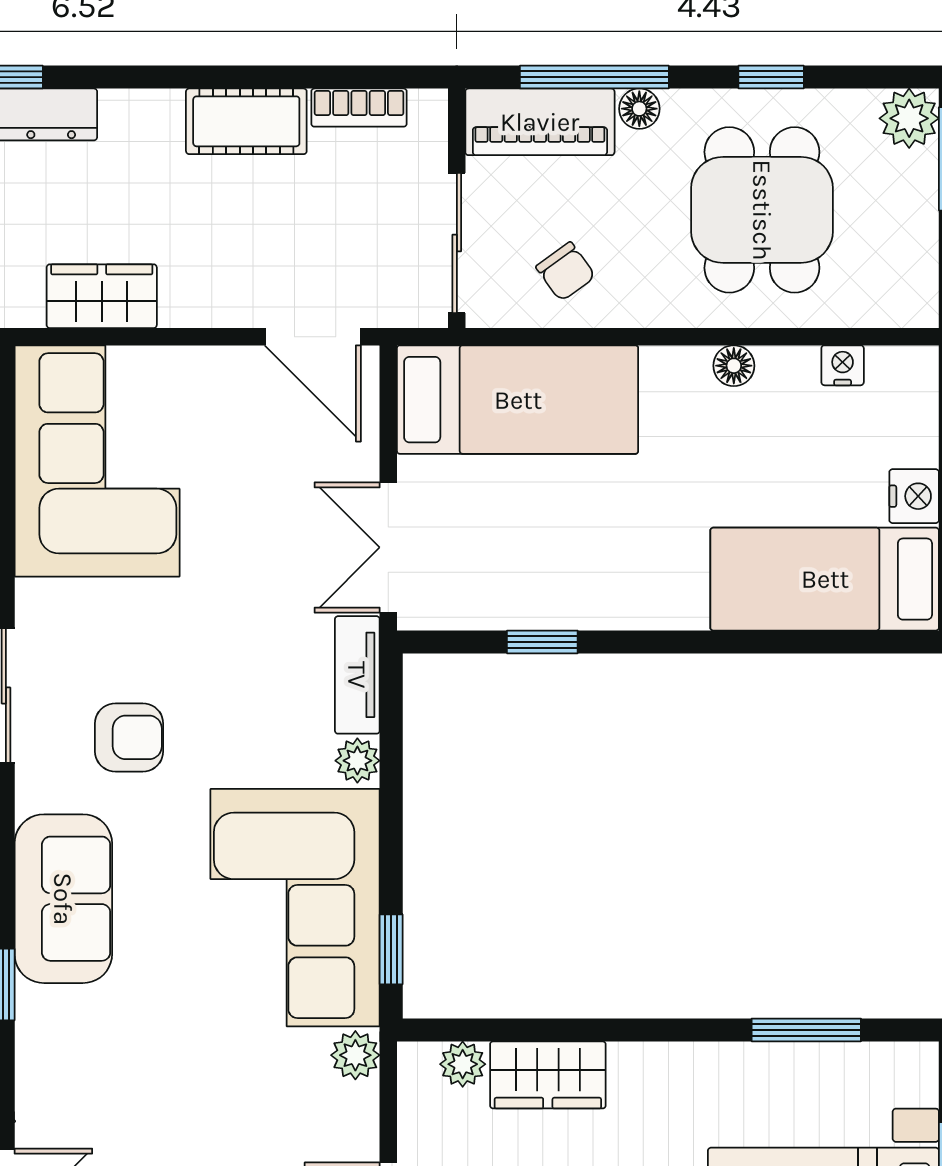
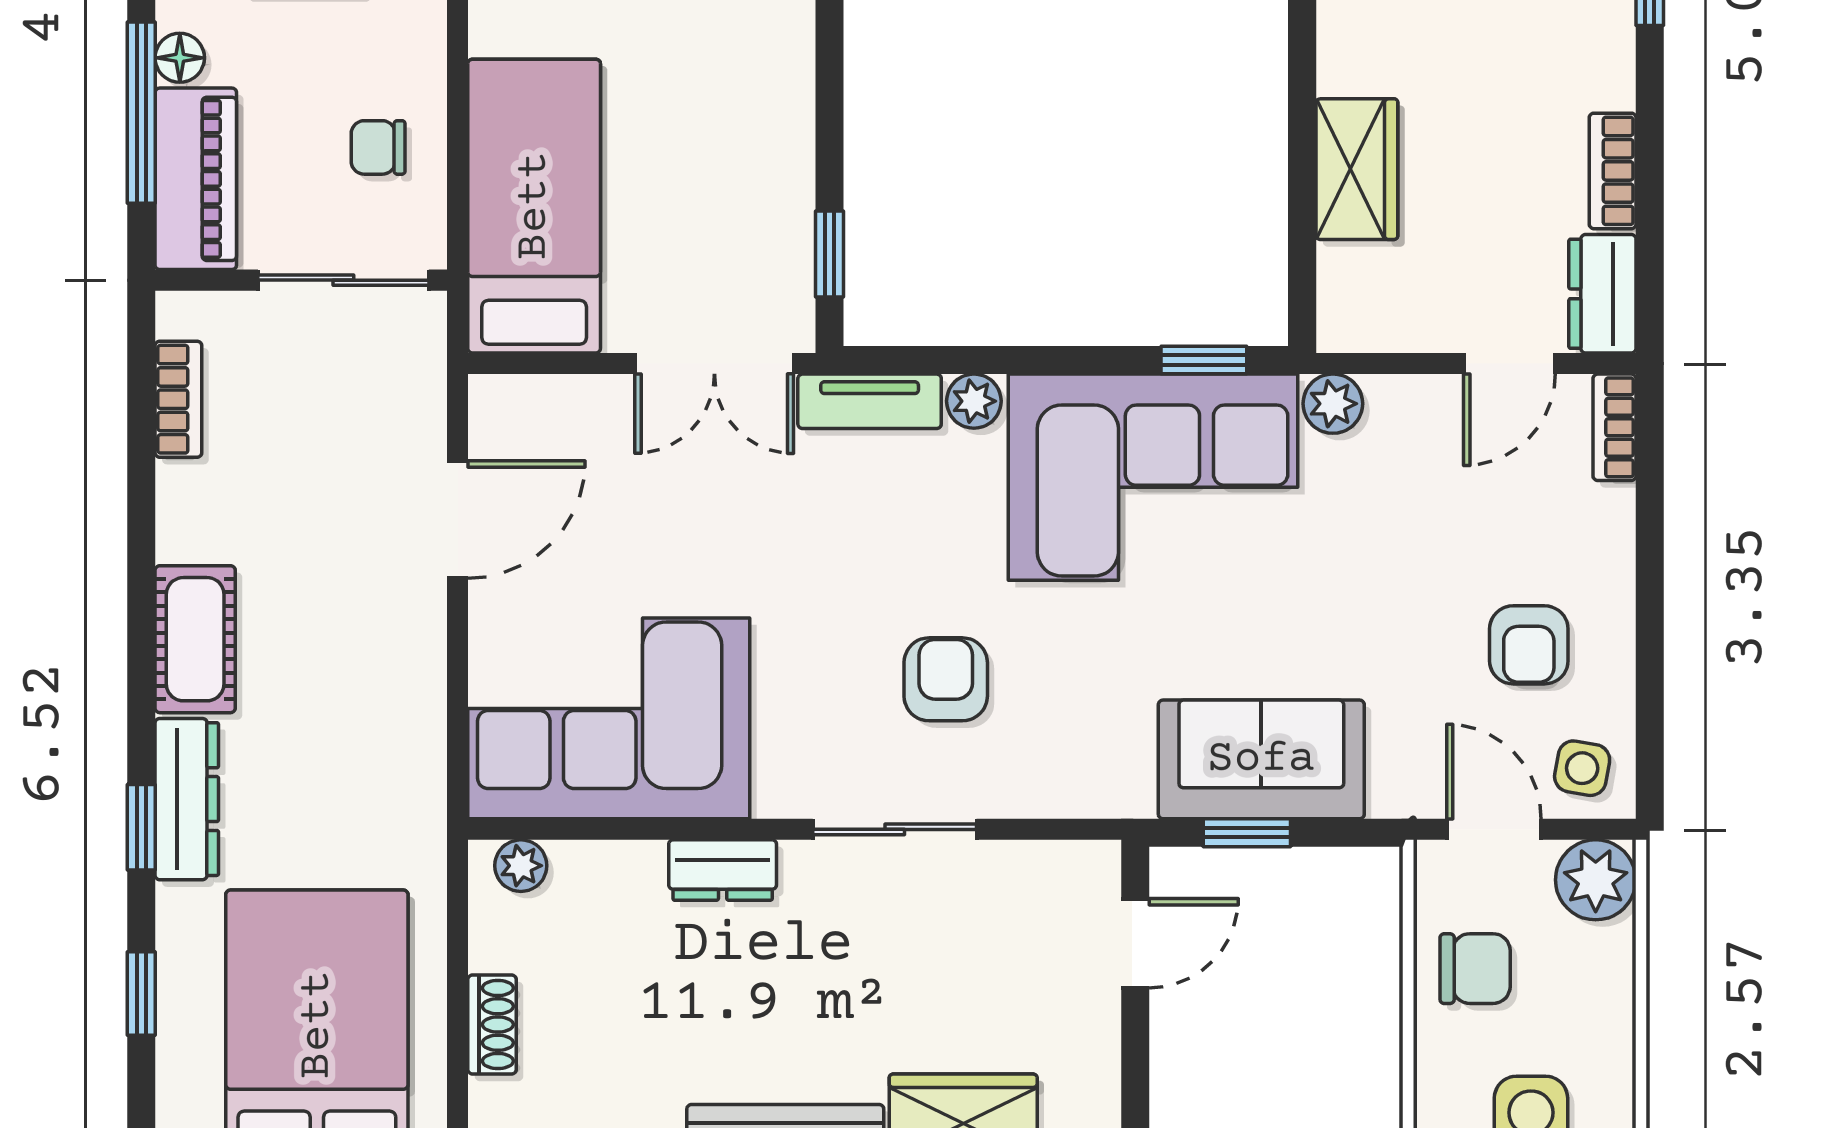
cot: (246, 121) -> (195, 639), moved
chair: (566, 272) -> (378, 147), turned -144
wardrobe: (102, 296) -> (408, 713), removed
door: (313, 337) -> (458, 520), moved
window: (542, 642) -> (829, 254), moved
sofa: (63, 899) -> (1261, 759), moved
plant: (463, 1064) -> (1344, 273), removed

